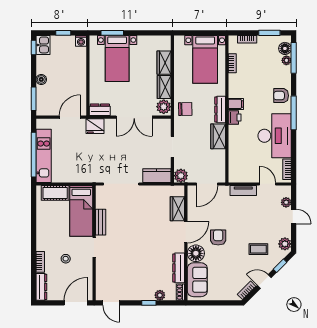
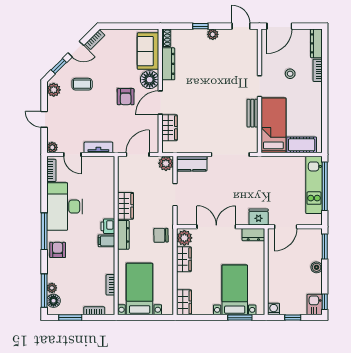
wardrobe: (164, 63) -> (184, 302), moved
armchair: (281, 96) -> (58, 250), turned -90
plant: (286, 202) -> (52, 147), moved
plant: (160, 295) -> (213, 34), moved

